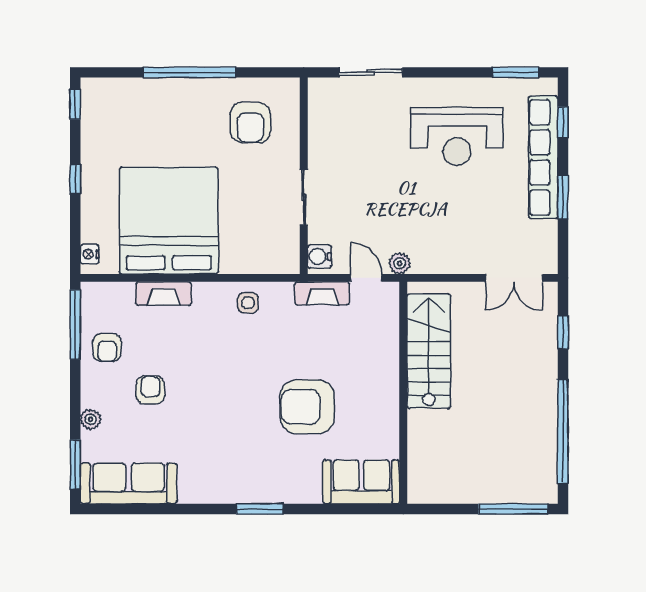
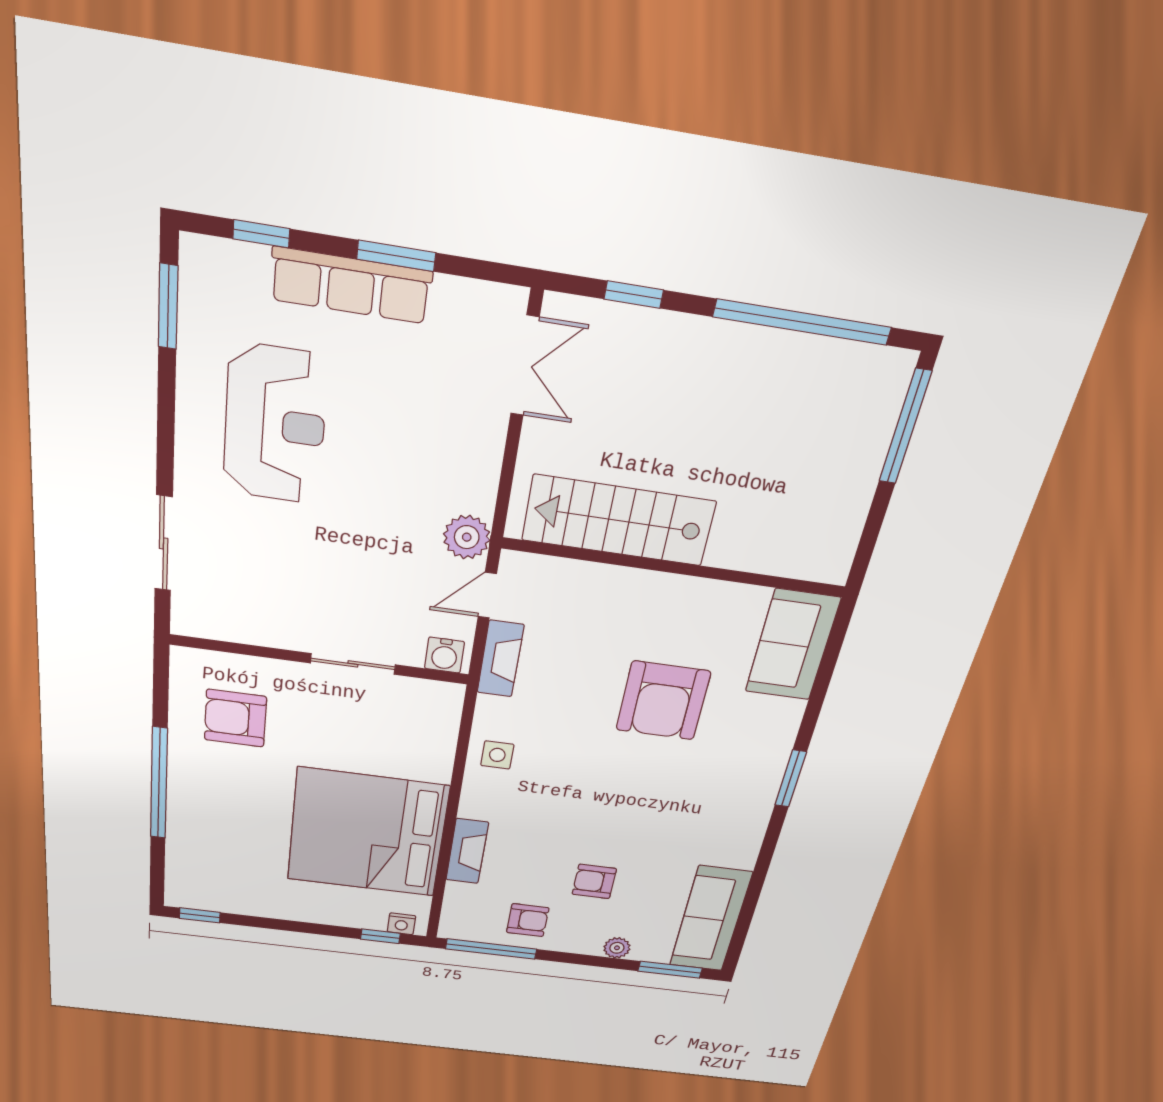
armchair: (250, 123) -> (235, 718), turned 180
row of seats: (543, 157) -> (351, 285), width x0.73
window: (75, 179) -> (380, 936), moved
plant: (400, 263) -> (467, 537), width x1.38, depth x1.38

